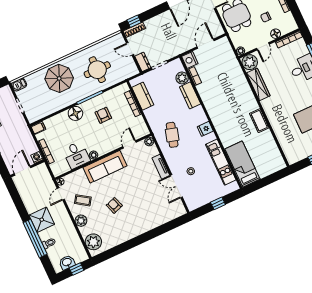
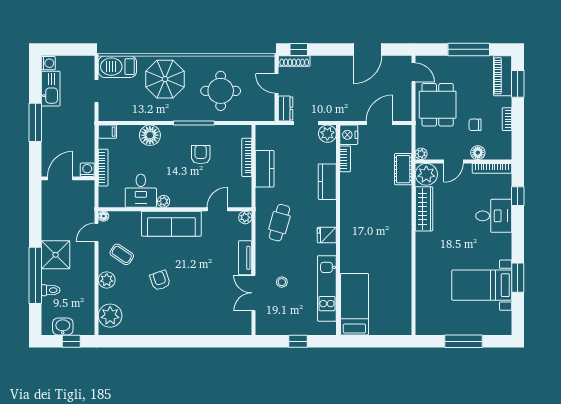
plant: (182, 78) -> (327, 134), moved
barbecue: (19, 85) -> (117, 67), width x1.88, depth x1.53
kitchen counter: (143, 96) -> (265, 169), moved
floor lamp: (75, 113) -> (150, 135), moved
cot: (259, 121) -> (403, 169), moved

